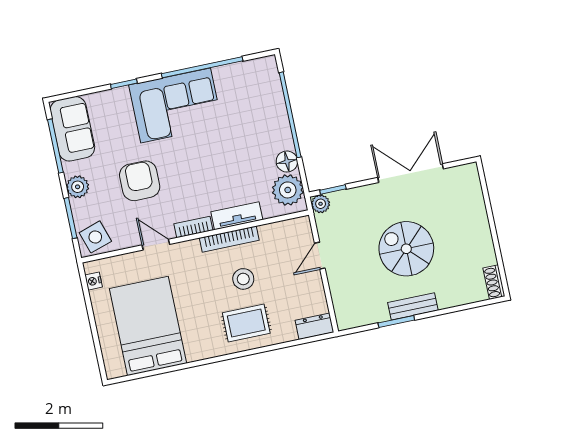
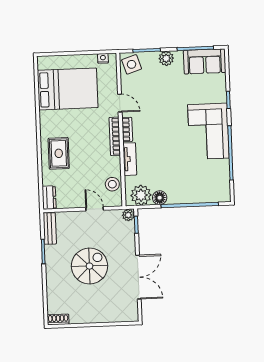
armchair: (140, 181) -> (163, 100), removed
bookcase: (229, 239) -> (115, 136), moved
door: (156, 245) -> (120, 103), hinge flipped
stool: (243, 279) -> (112, 184), moved
bench: (413, 306) -> (50, 228), moved

